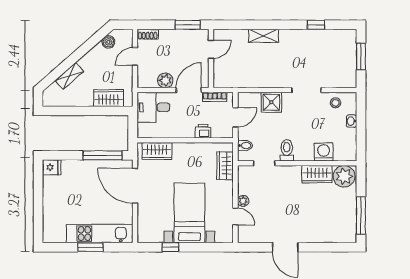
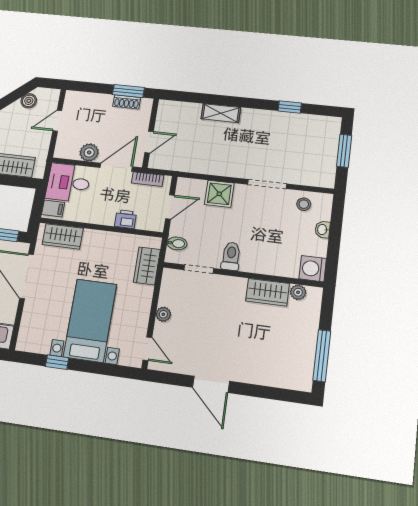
shoe rack: (148, 34) -> (127, 102), moved
door: (211, 49) -> (149, 142), moved
filing cabinet: (145, 130) -> (53, 208), added
washing machine: (324, 152) -> (313, 269), moved, turned -90
plant: (344, 176) -> (298, 292), width x0.53, depth x0.53
door: (235, 216) -> (147, 349), moved

